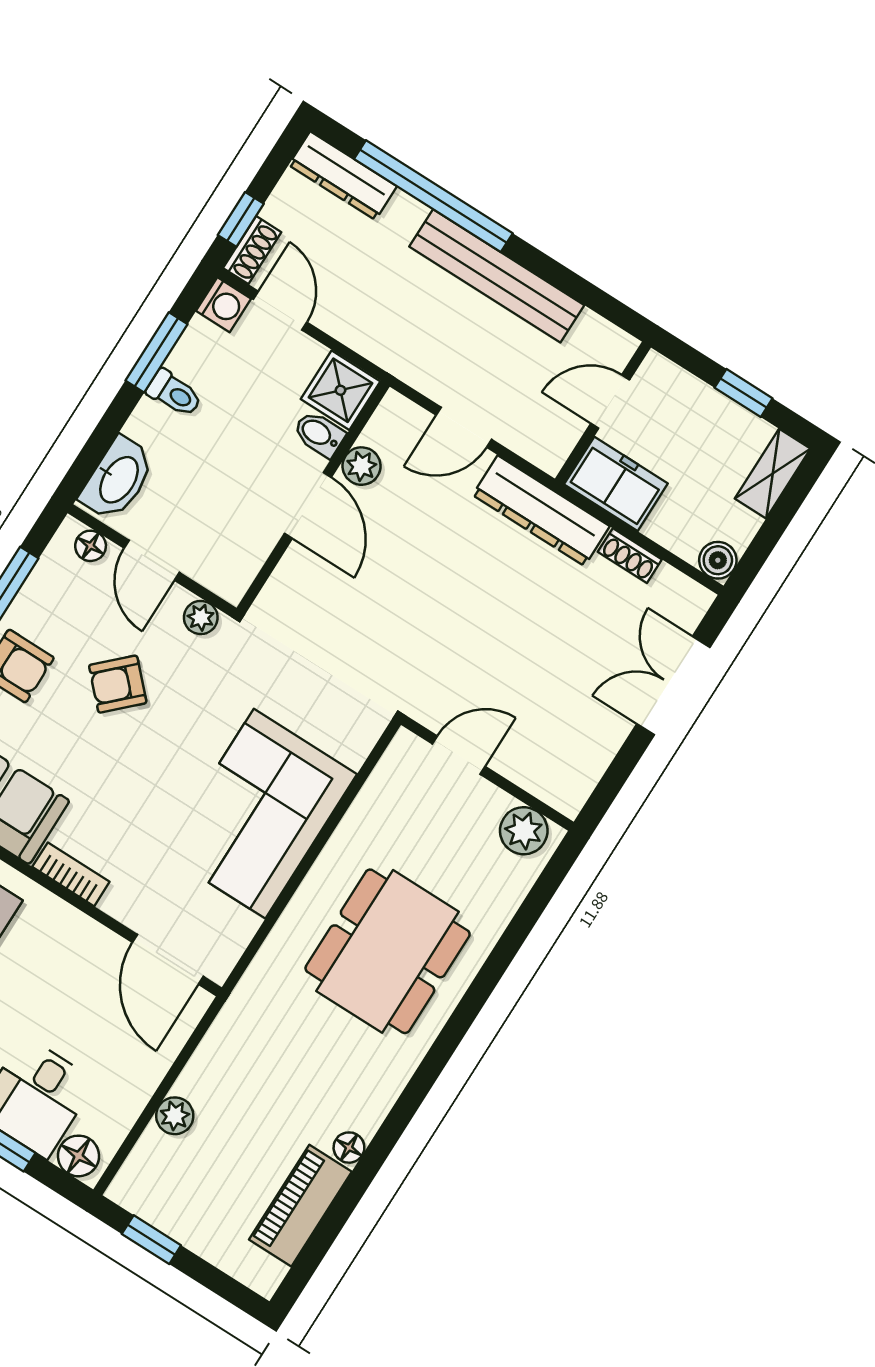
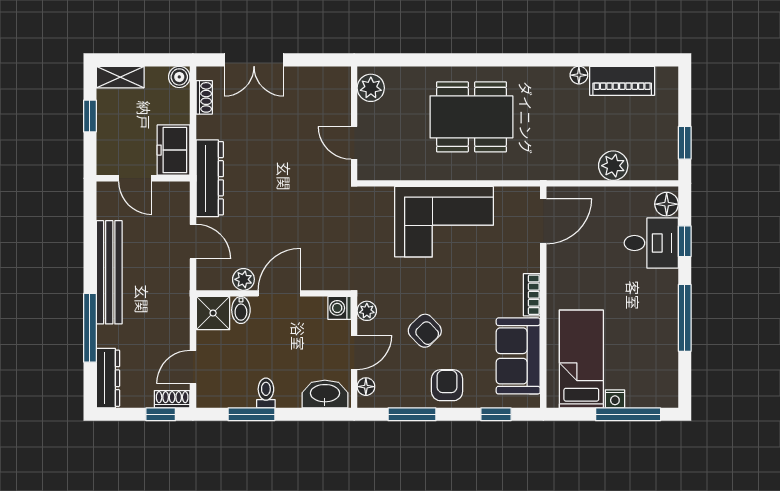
window: (433, 196) -> (90, 328), width x0.68
washing machine: (223, 305) -> (339, 308), moved, turned -90
shoe rack: (630, 556) -> (204, 97), moved
plant: (175, 1116) -> (613, 166), width x1.38, depth x1.38

